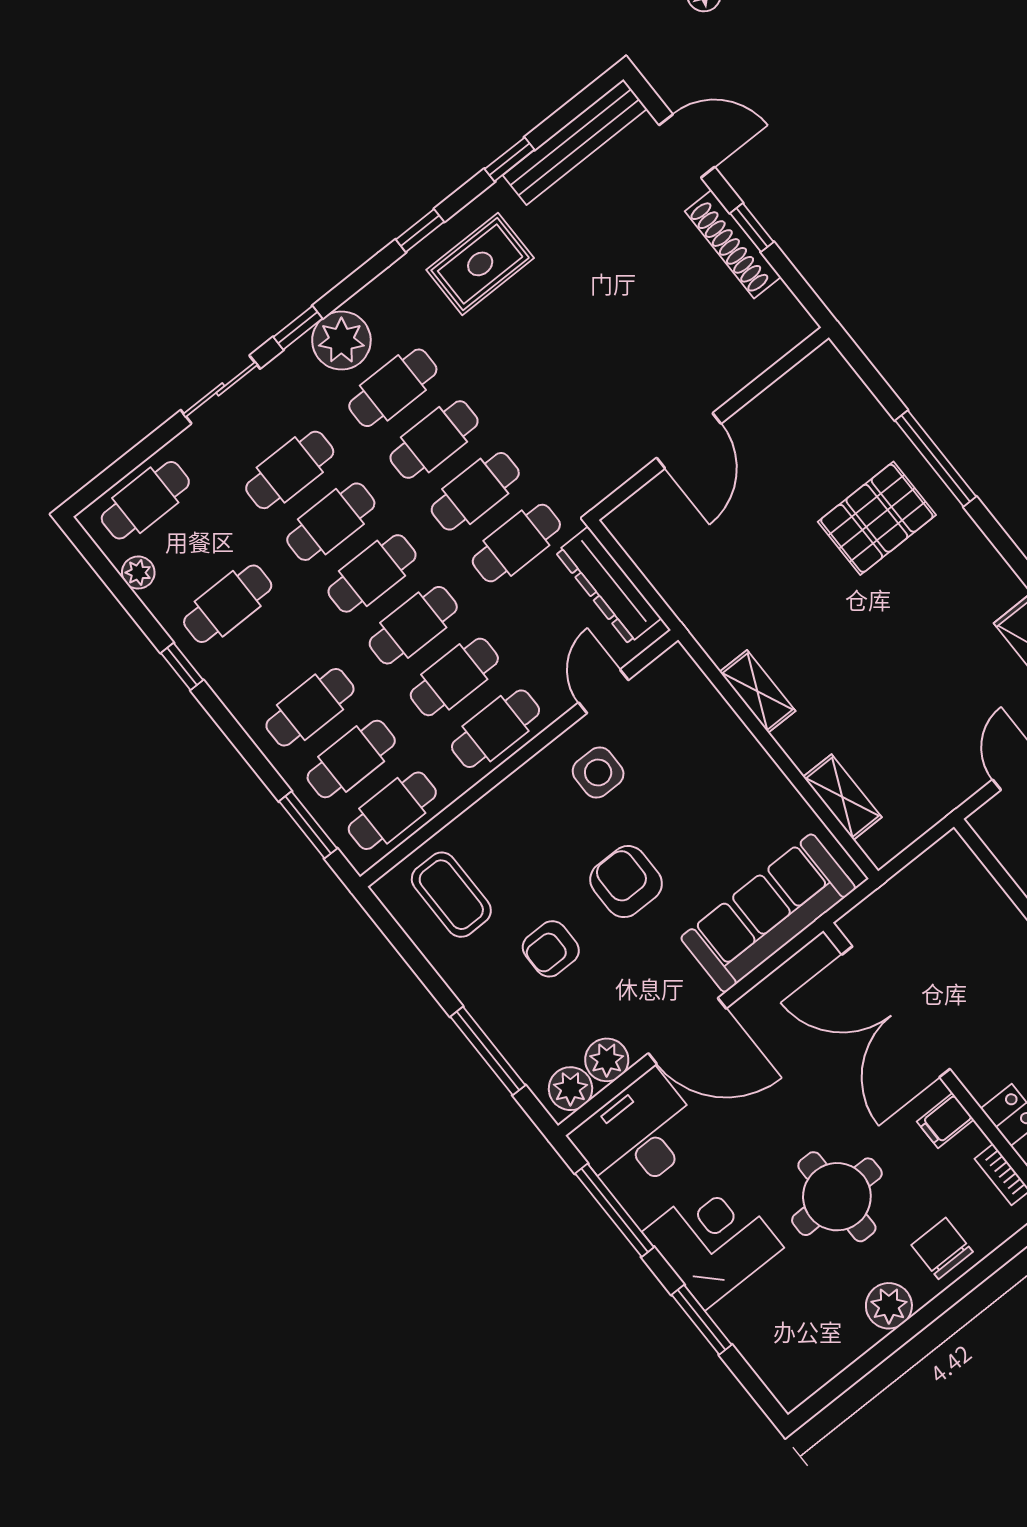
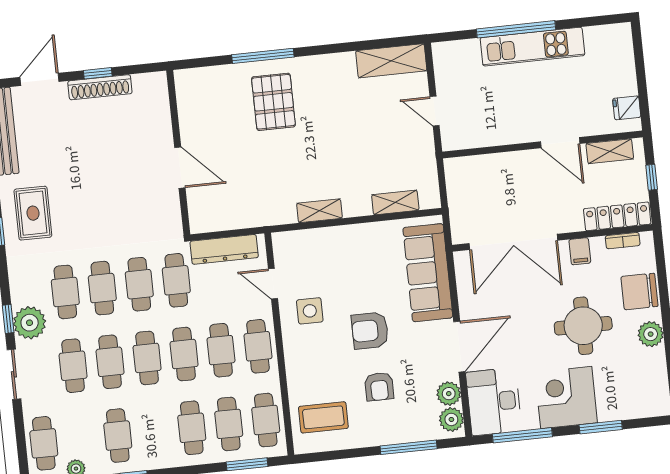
plant: (341, 340) -> (30, 323), moved
chair: (942, 1248) -> (639, 291), width x1.37, depth x1.37

